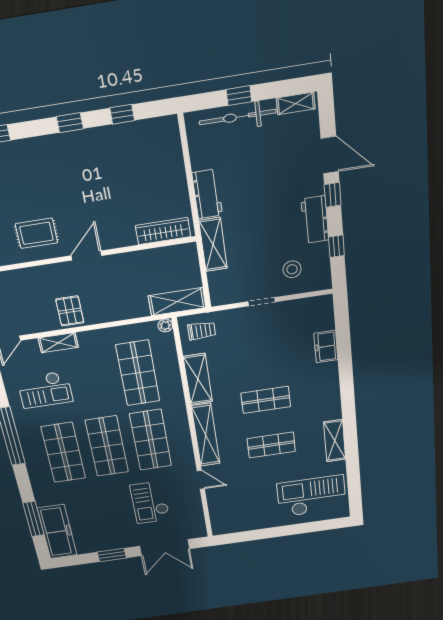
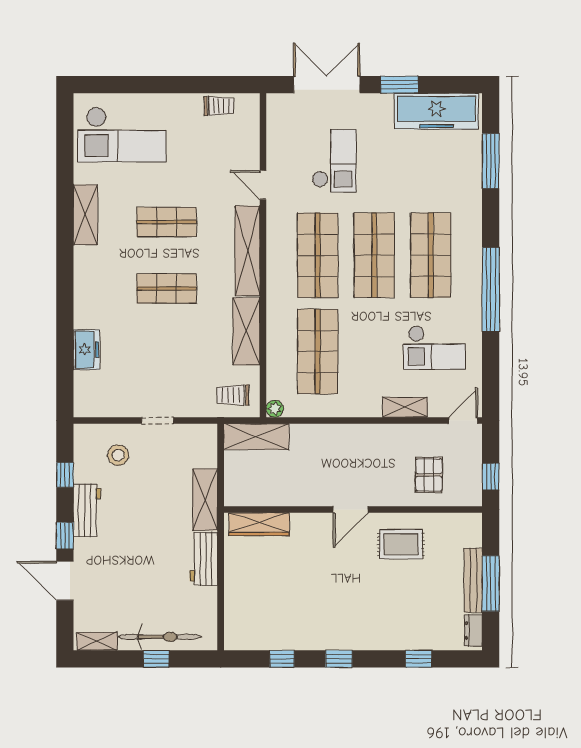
pallet: (70, 311) -> (429, 475), moved
checkout: (45, 390) -> (434, 348), turned 180
trolley: (241, 524) -> (219, 106), added
freezer: (57, 532) -> (436, 111), moved, turned -90

